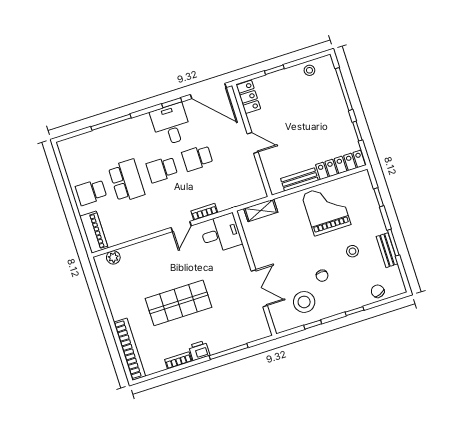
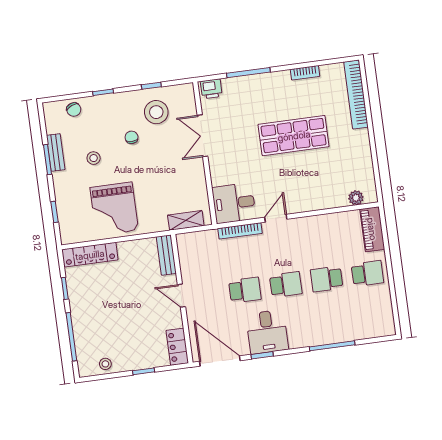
bench: (299, 179) -> (166, 255), moved, turned 90
school desk: (126, 181) -> (327, 279), width x0.54
bookcase: (204, 212) -> (240, 231), width x1.56
printer: (199, 350) -> (211, 89), moved

